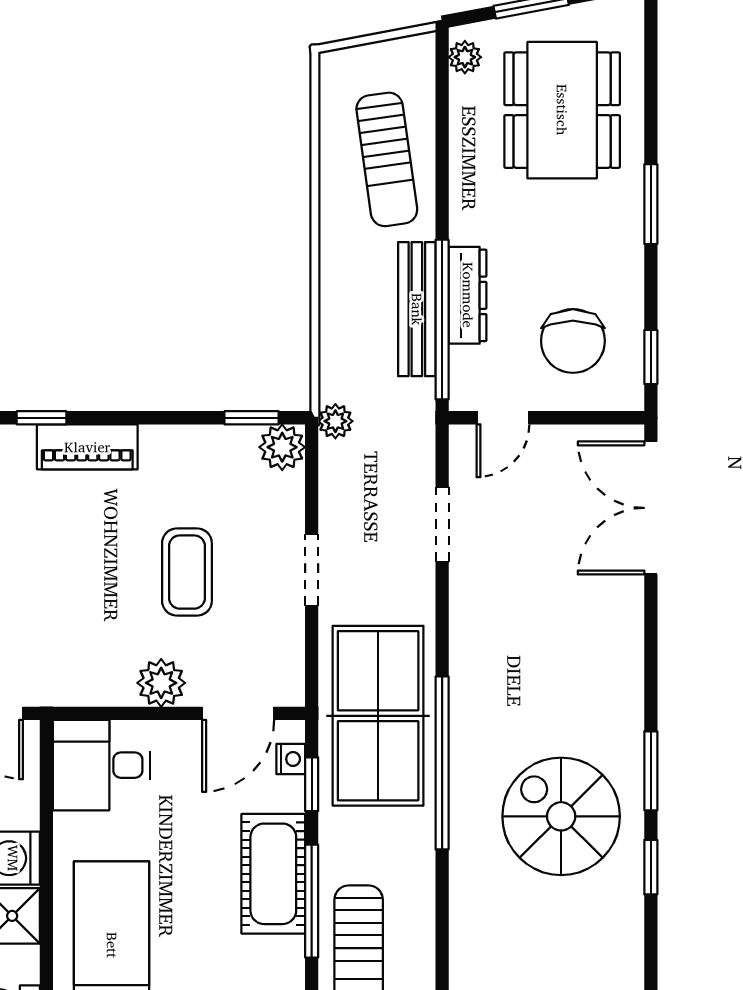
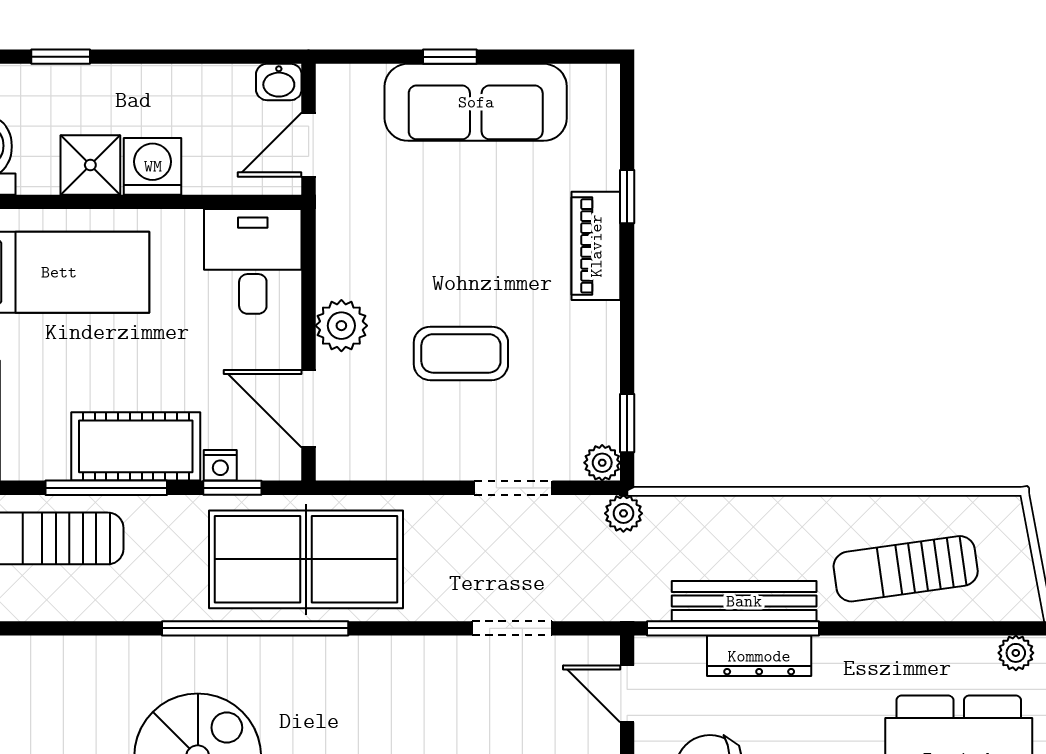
plant: (282, 447) -> (602, 463), width x0.73, depth x0.73
doorway: (312, 570) -> (513, 488), moved
nightstand: (291, 759) -> (220, 465), moved

